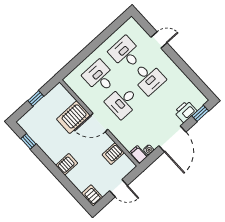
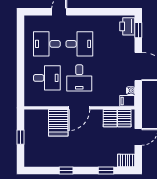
desk: (100, 77) -> (47, 78), turned 180
printer: (186, 111) -> (127, 26), moved
window: (28, 141) -> (66, 170), moved
server rack: (67, 164) -> (124, 118), moved, turned 180
window: (70, 187) -> (106, 170), added

